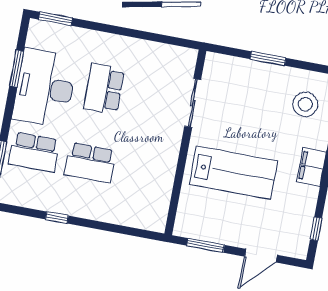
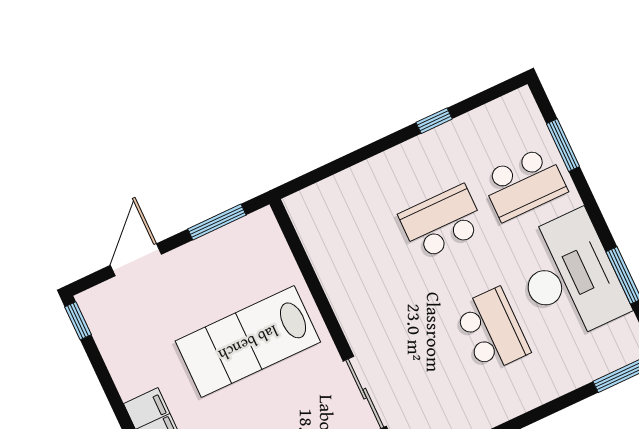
school desk: (34, 152) -> (524, 184), turned 180
window: (316, 229) -> (78, 321), moved

